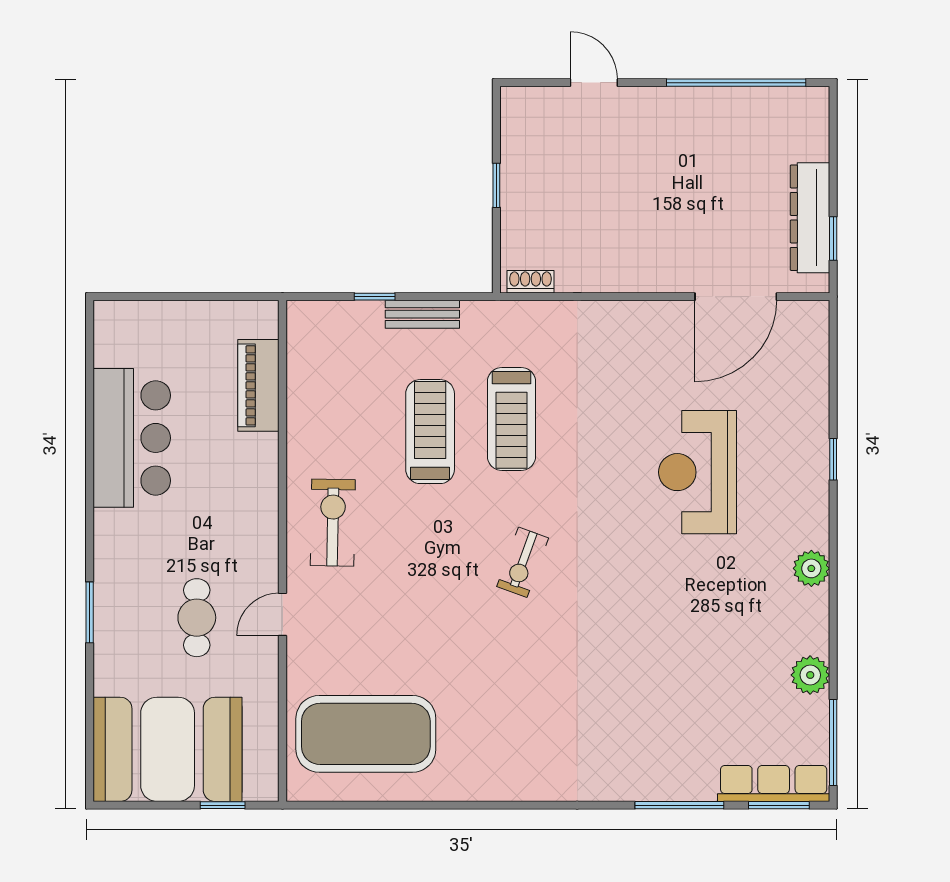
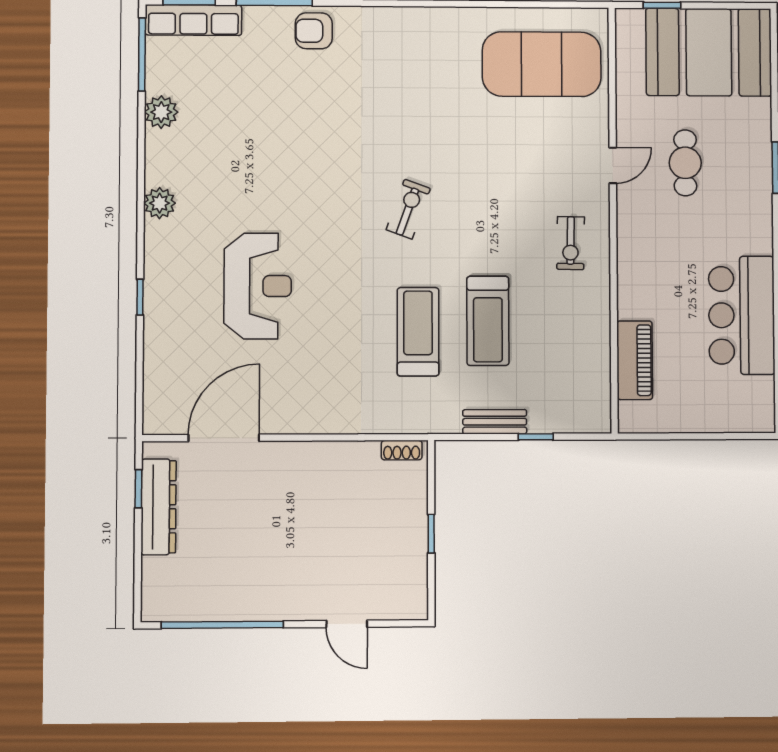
exercise bike: (333, 523) -> (571, 243), width x0.73, depth x0.72
armchair: (633, 772) -> (314, 31), added

